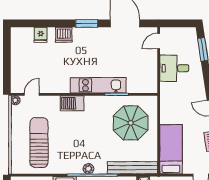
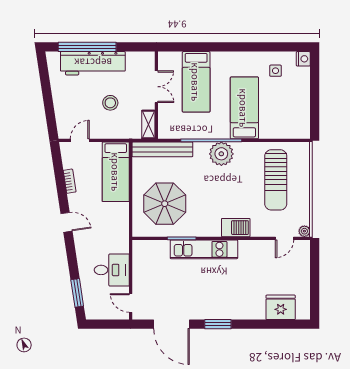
fridge: (41, 35) -> (281, 307), width x1.88, depth x1.34
dishwasher: (64, 35) -> (246, 311), removed
door: (159, 41) -> (131, 303), swing flipped
plant: (88, 169) -> (221, 154), width x1.88, depth x1.88

